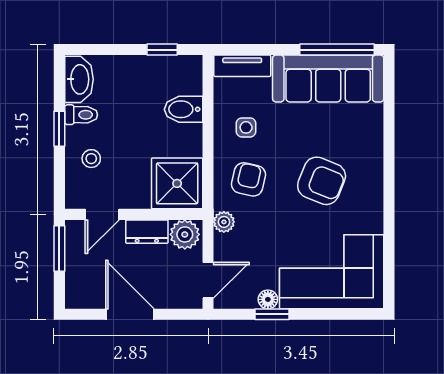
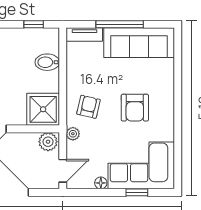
window: (337, 50) -> (120, 24), moved
side table: (246, 127) -> (87, 74), removed
armchair: (322, 181) -> (135, 108), turned 68
dresser: (147, 232) -> (24, 140), removed
window: (272, 314) -> (137, 192), moved

